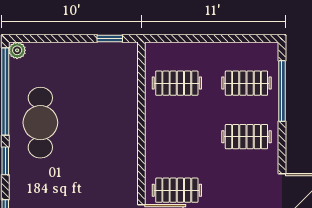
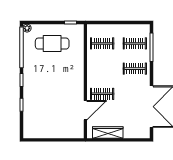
cafe table: (40, 123) -> (52, 44), moved, turned 90

